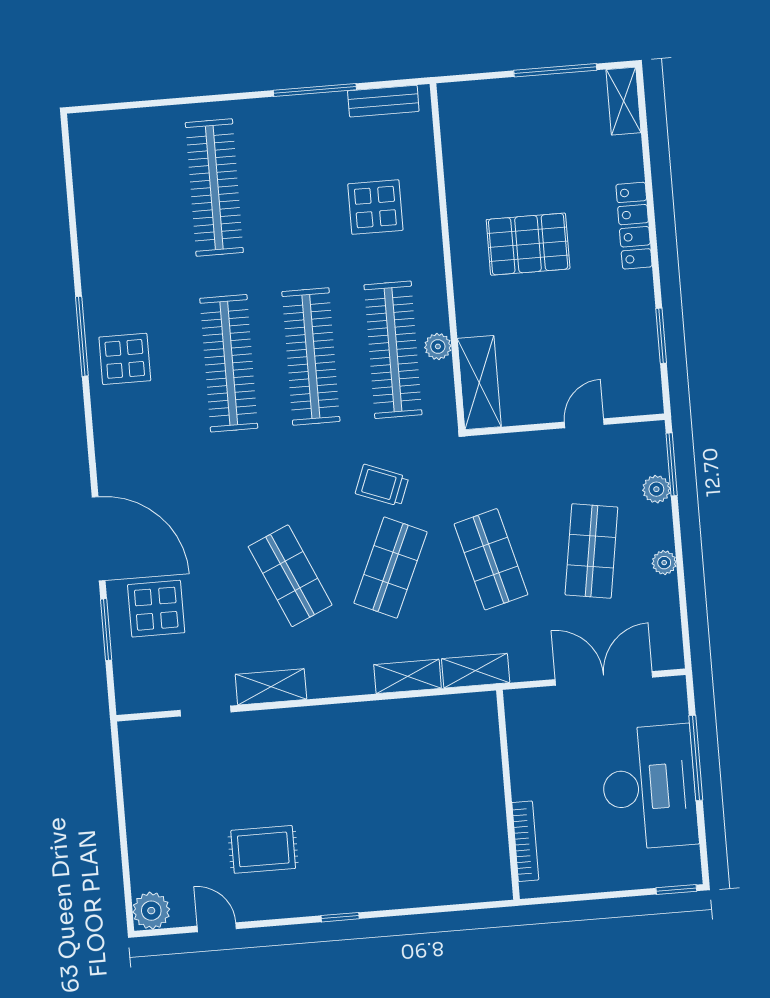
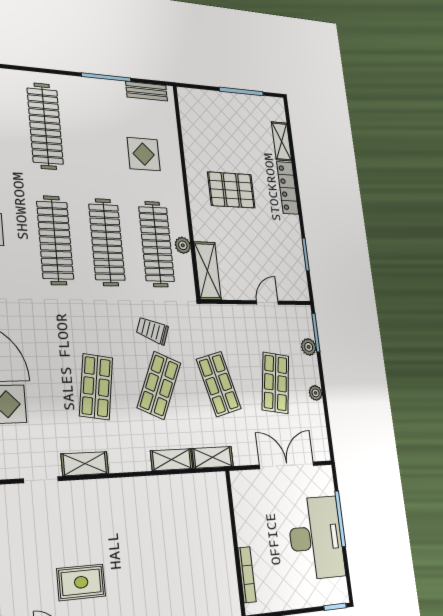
shelving: (624, 101) -> (282, 141), moved
shop shelf: (290, 576) -> (96, 387), turned 33

